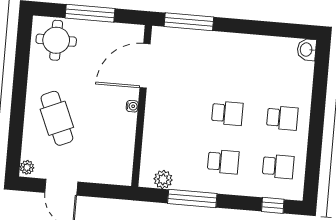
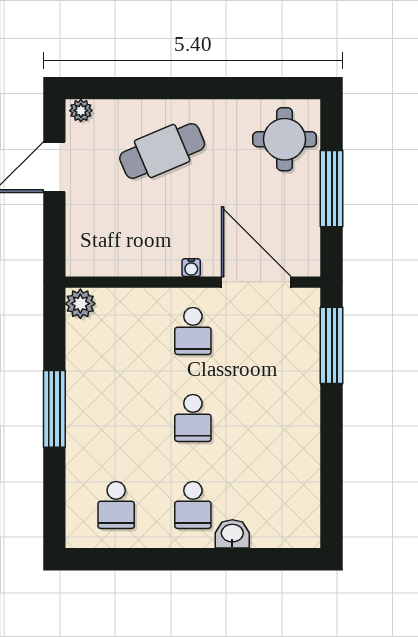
washbasin: (307, 50) -> (232, 534), moved
school desk: (223, 162) -> (193, 331), moved
plant: (163, 179) -> (80, 304), moved
window: (192, 198) -> (54, 409), moved
window: (273, 205) -> (54, 502), removed

